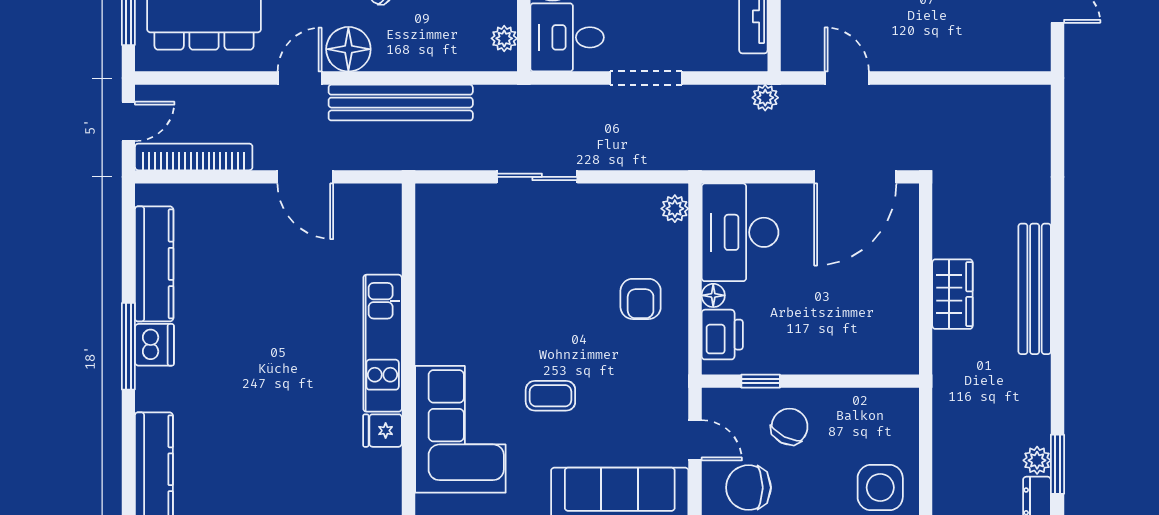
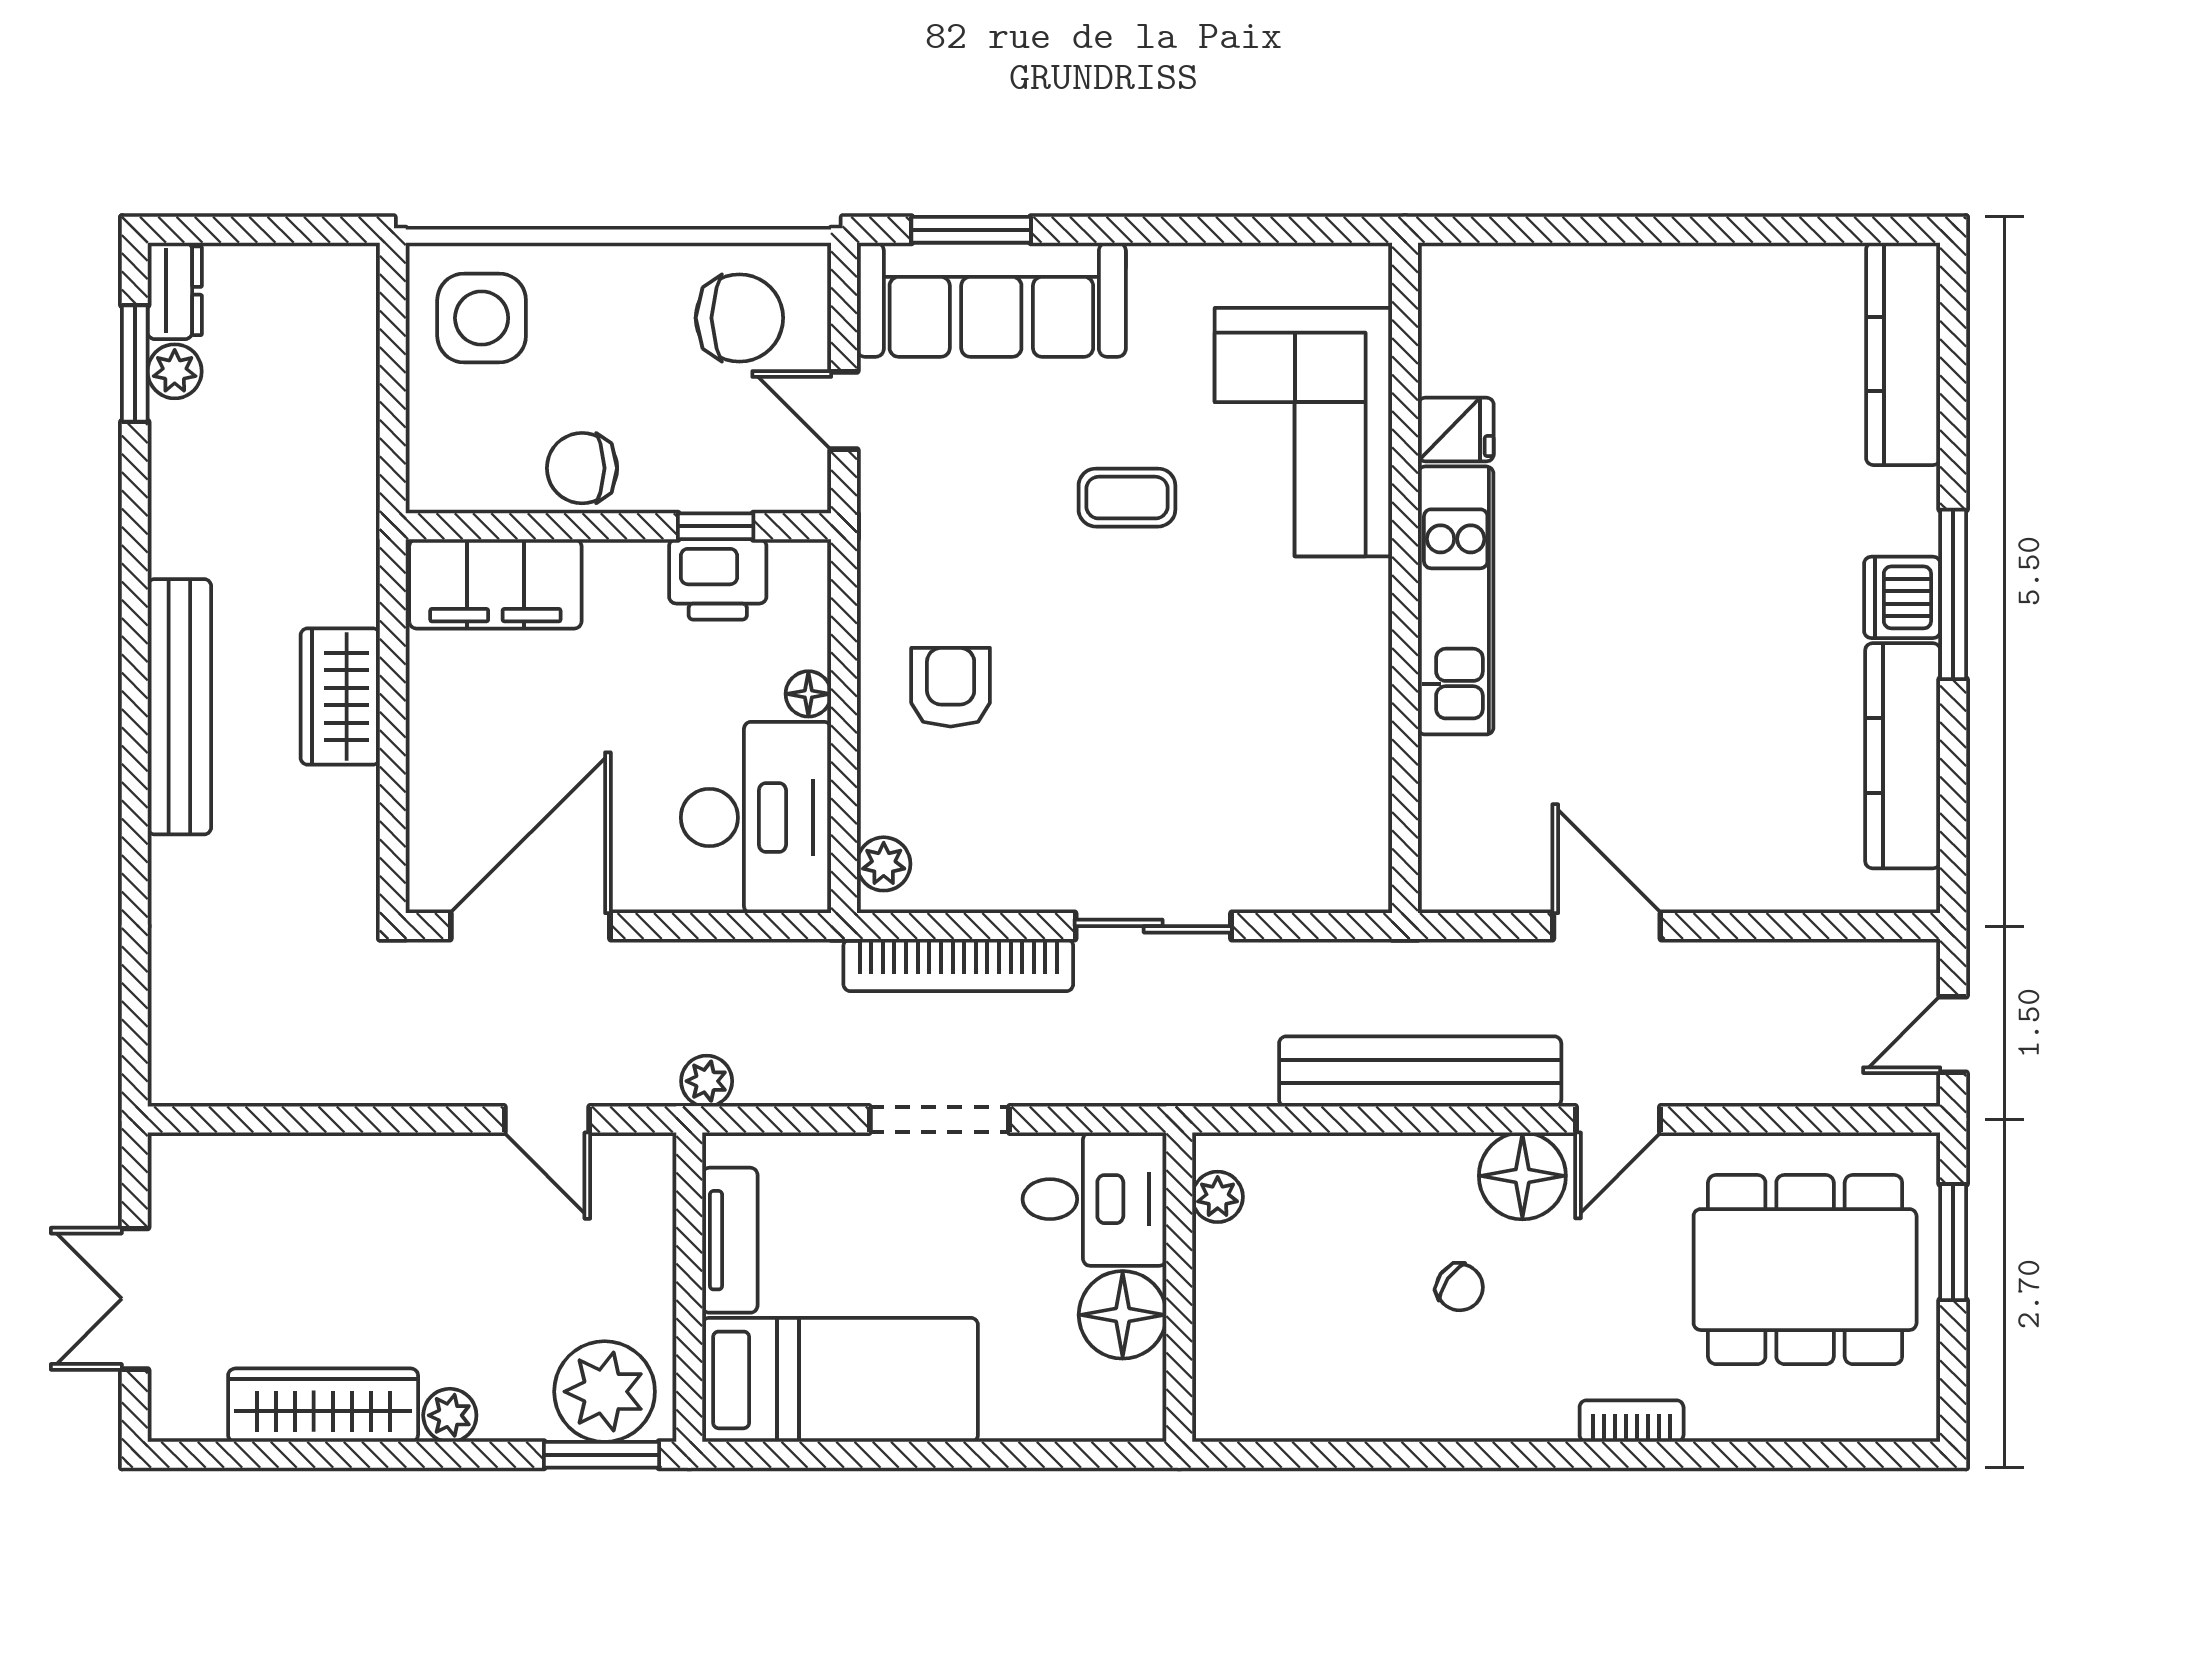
bookcase: (194, 157) -> (958, 965), moved
printer: (722, 335) -> (718, 579), moved, turned -90
filing cabinet: (873, 352) -> (495, 584), added
chair: (790, 427) -> (582, 468), moved, turned 63

